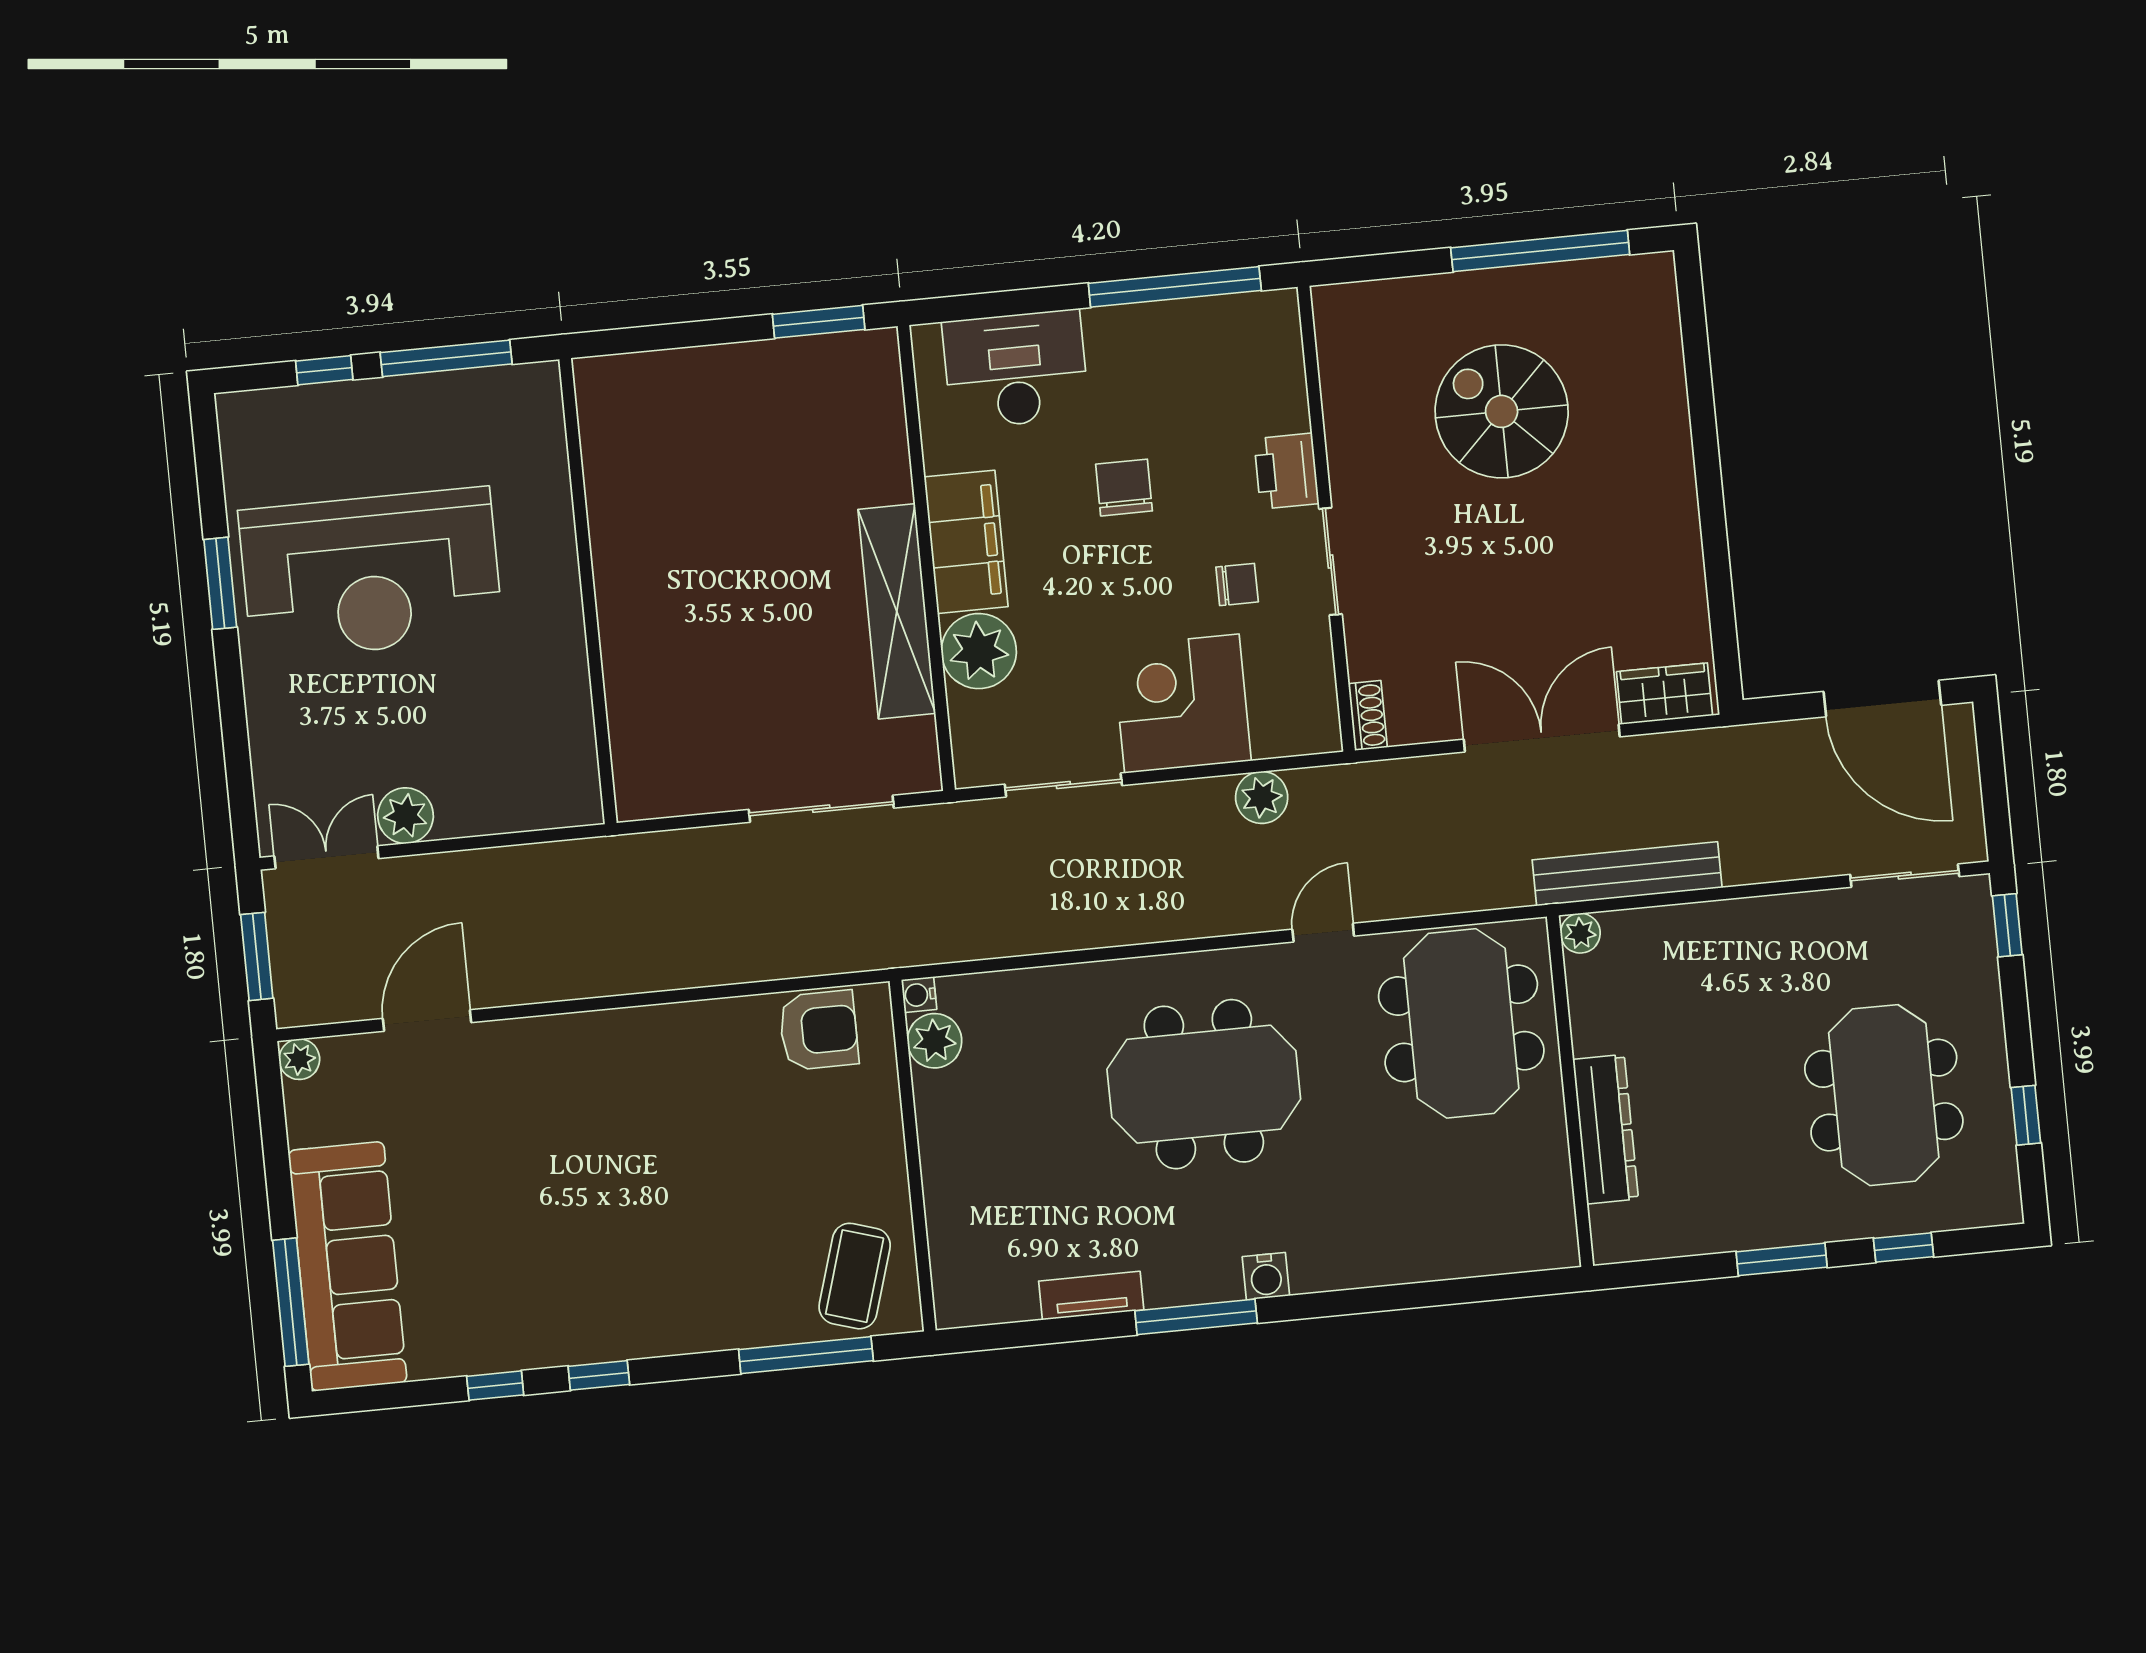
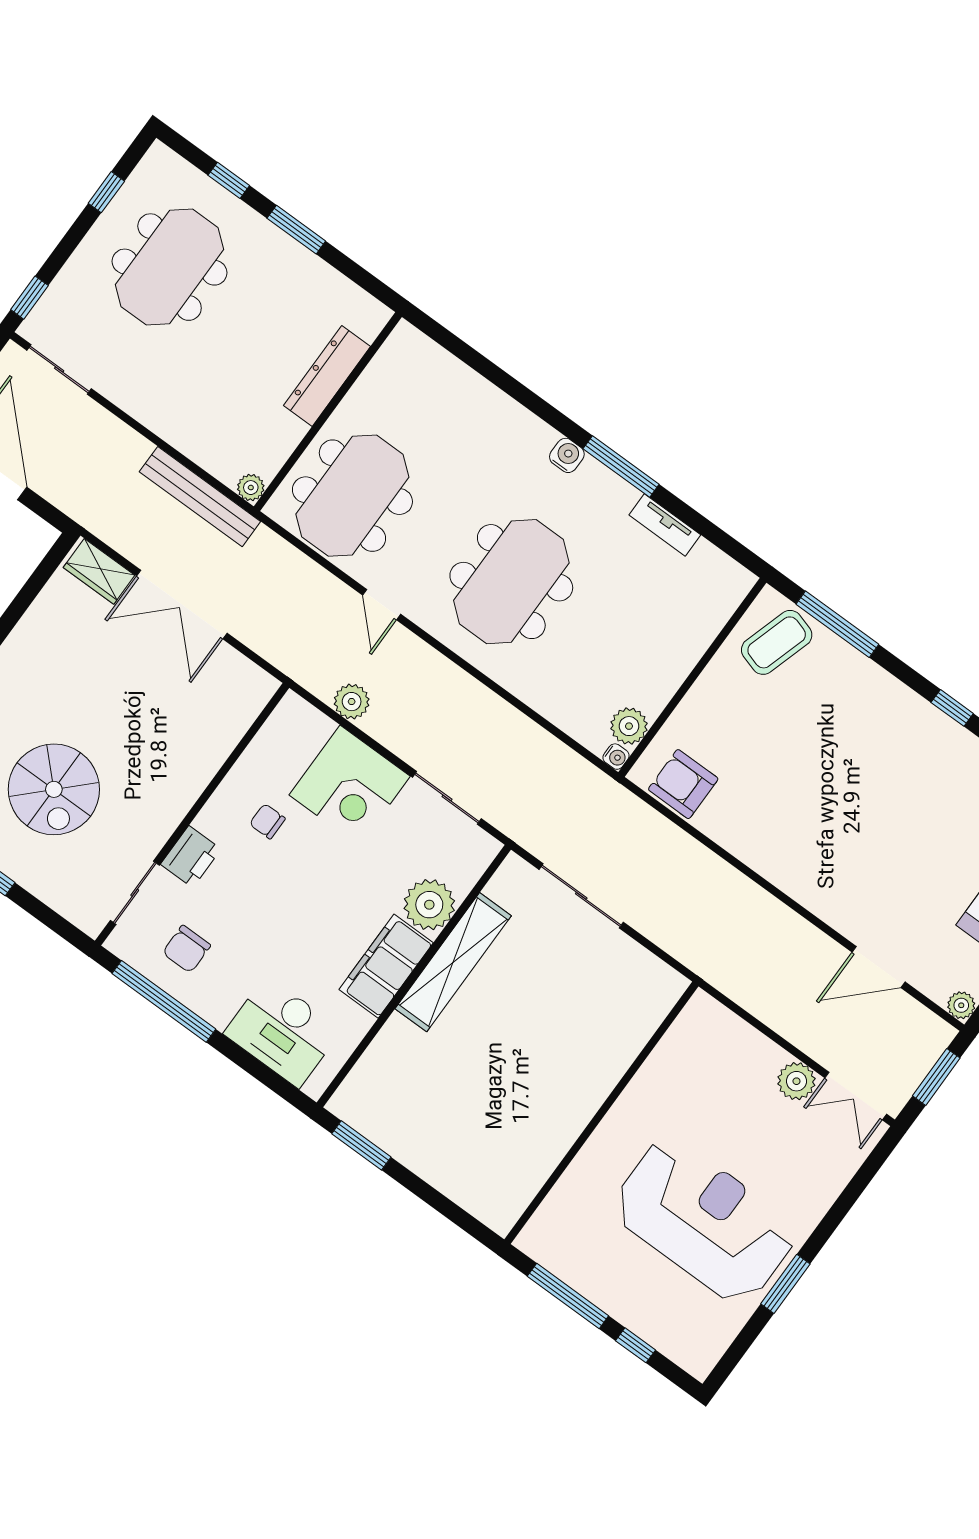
chair: (1124, 488) -> (187, 949), moved
sliding door: (1331, 561) -> (135, 893), moved
shoe rack: (1368, 715) -> (260, 695), removed
door: (1323, 933) -> (382, 605), hinge flipped
meeting table: (1204, 1084) -> (511, 582), turned 90

